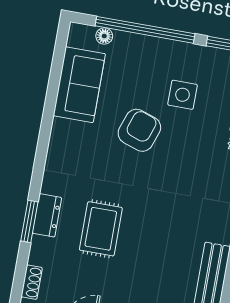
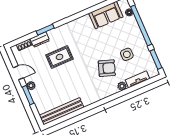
armchair: (139, 130) -> (107, 68), moved
dresser: (47, 215) -> (40, 40), moved

